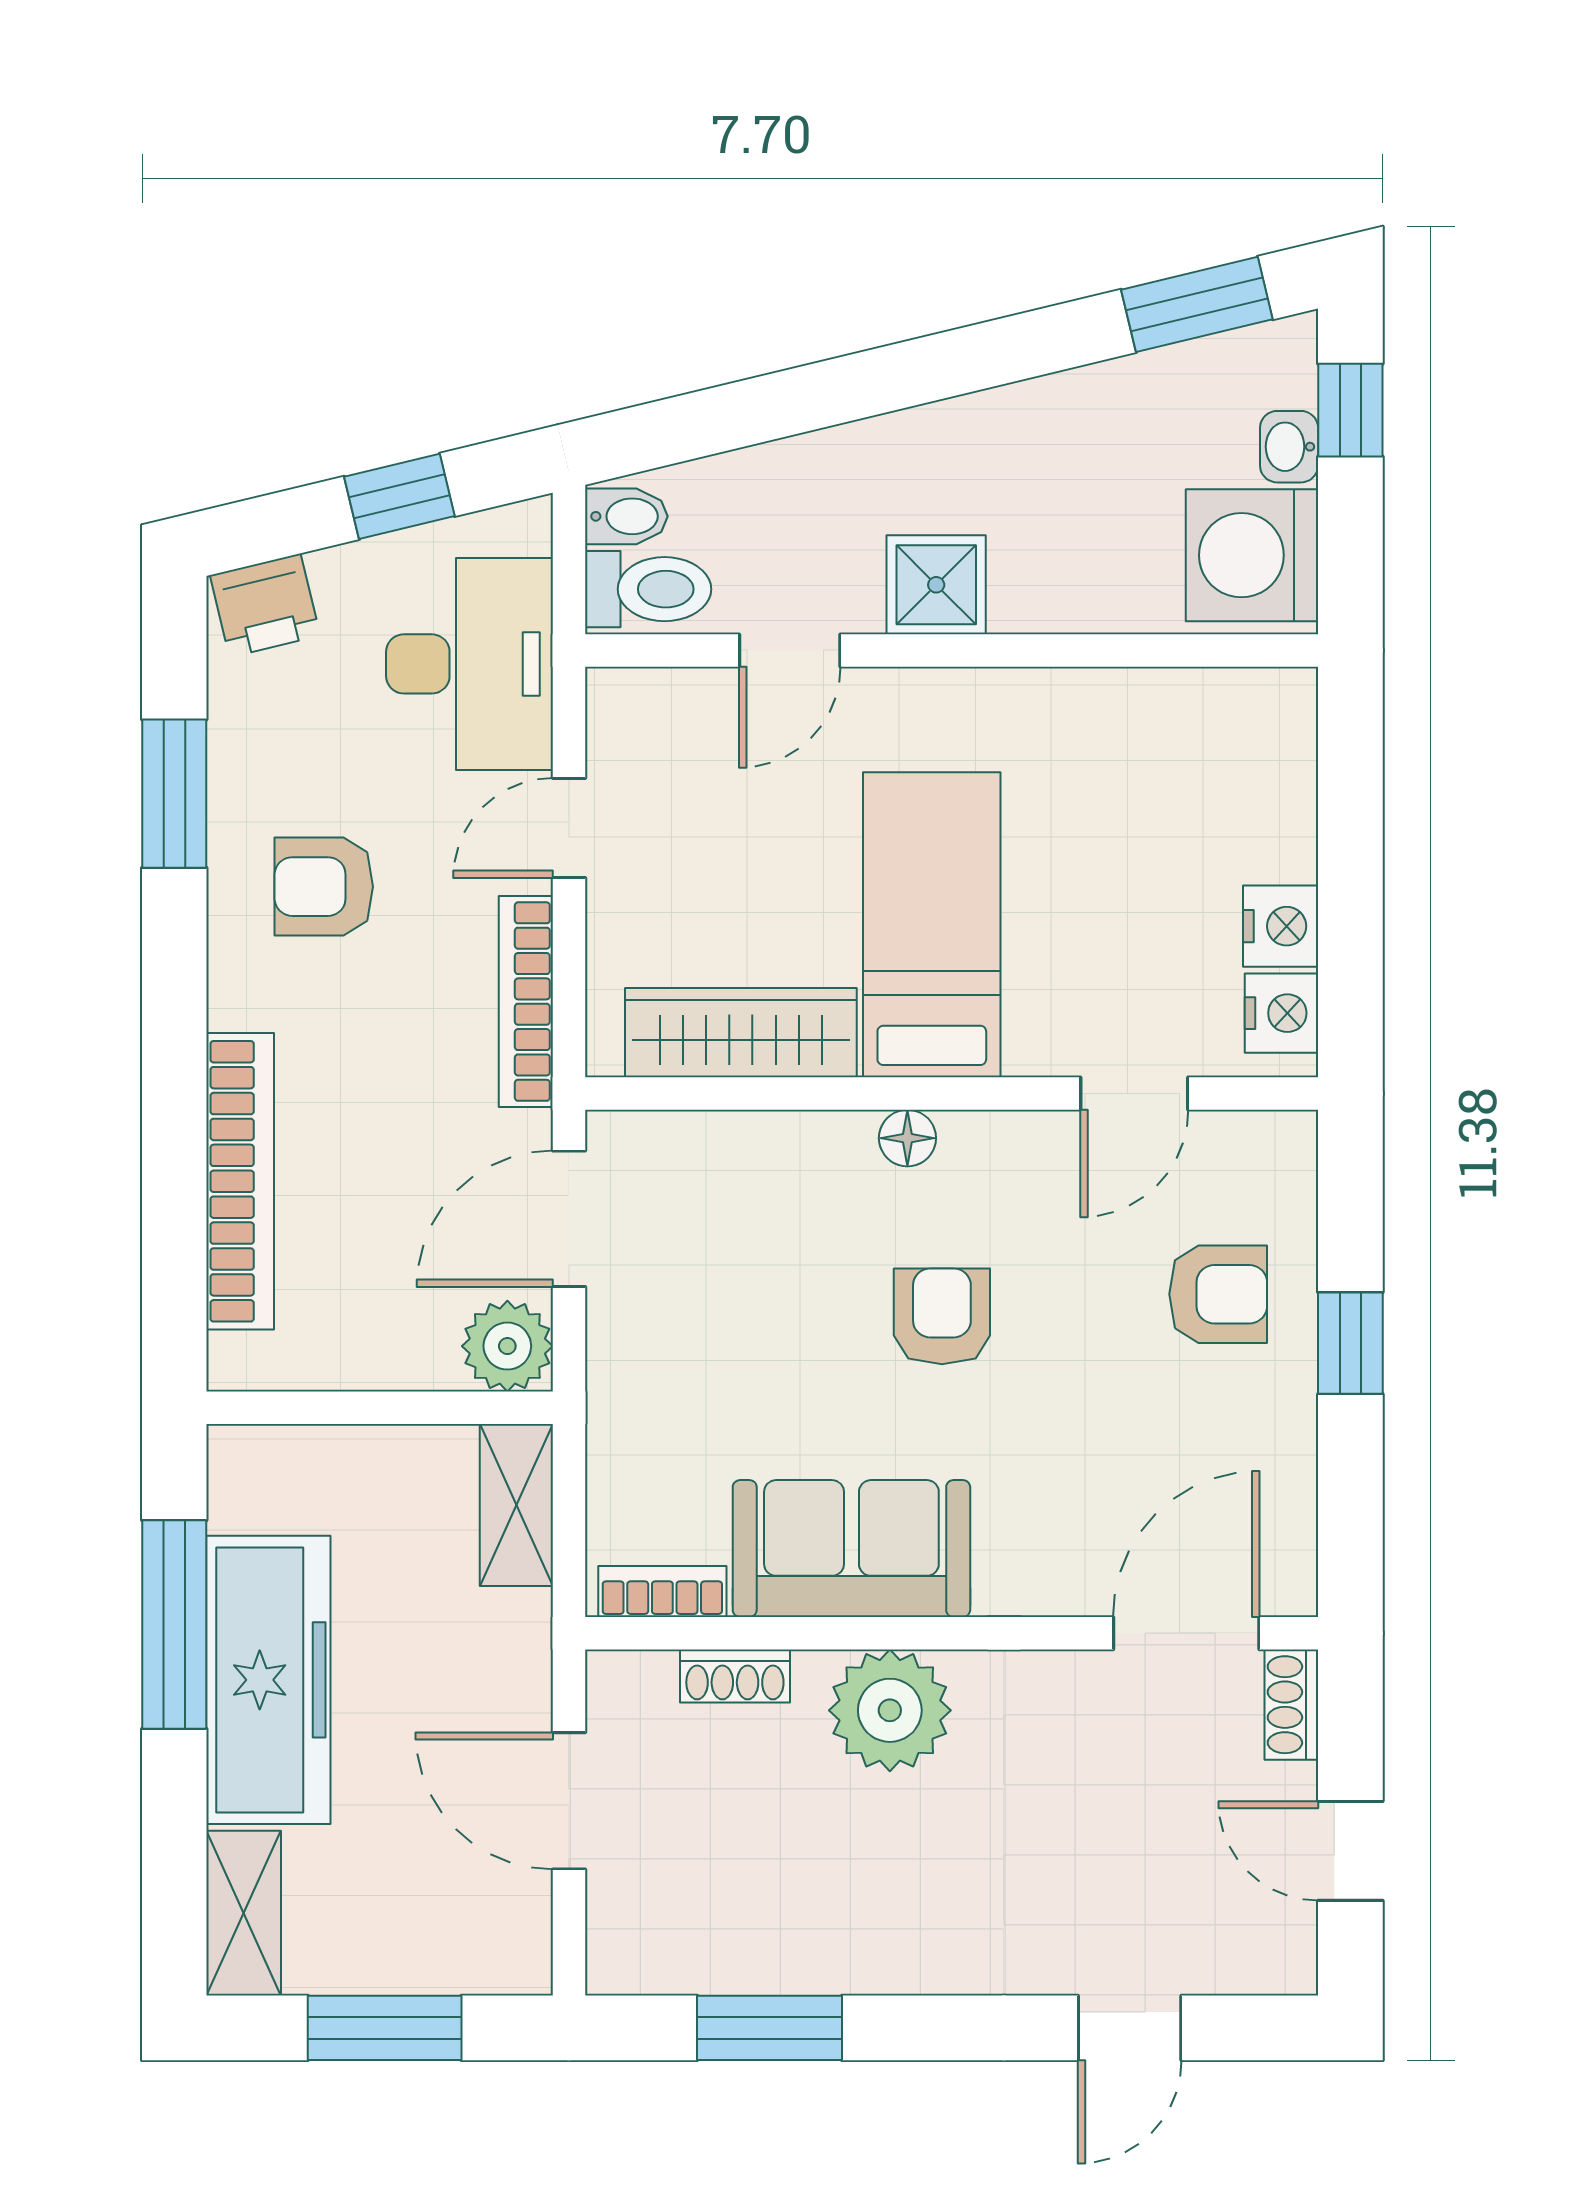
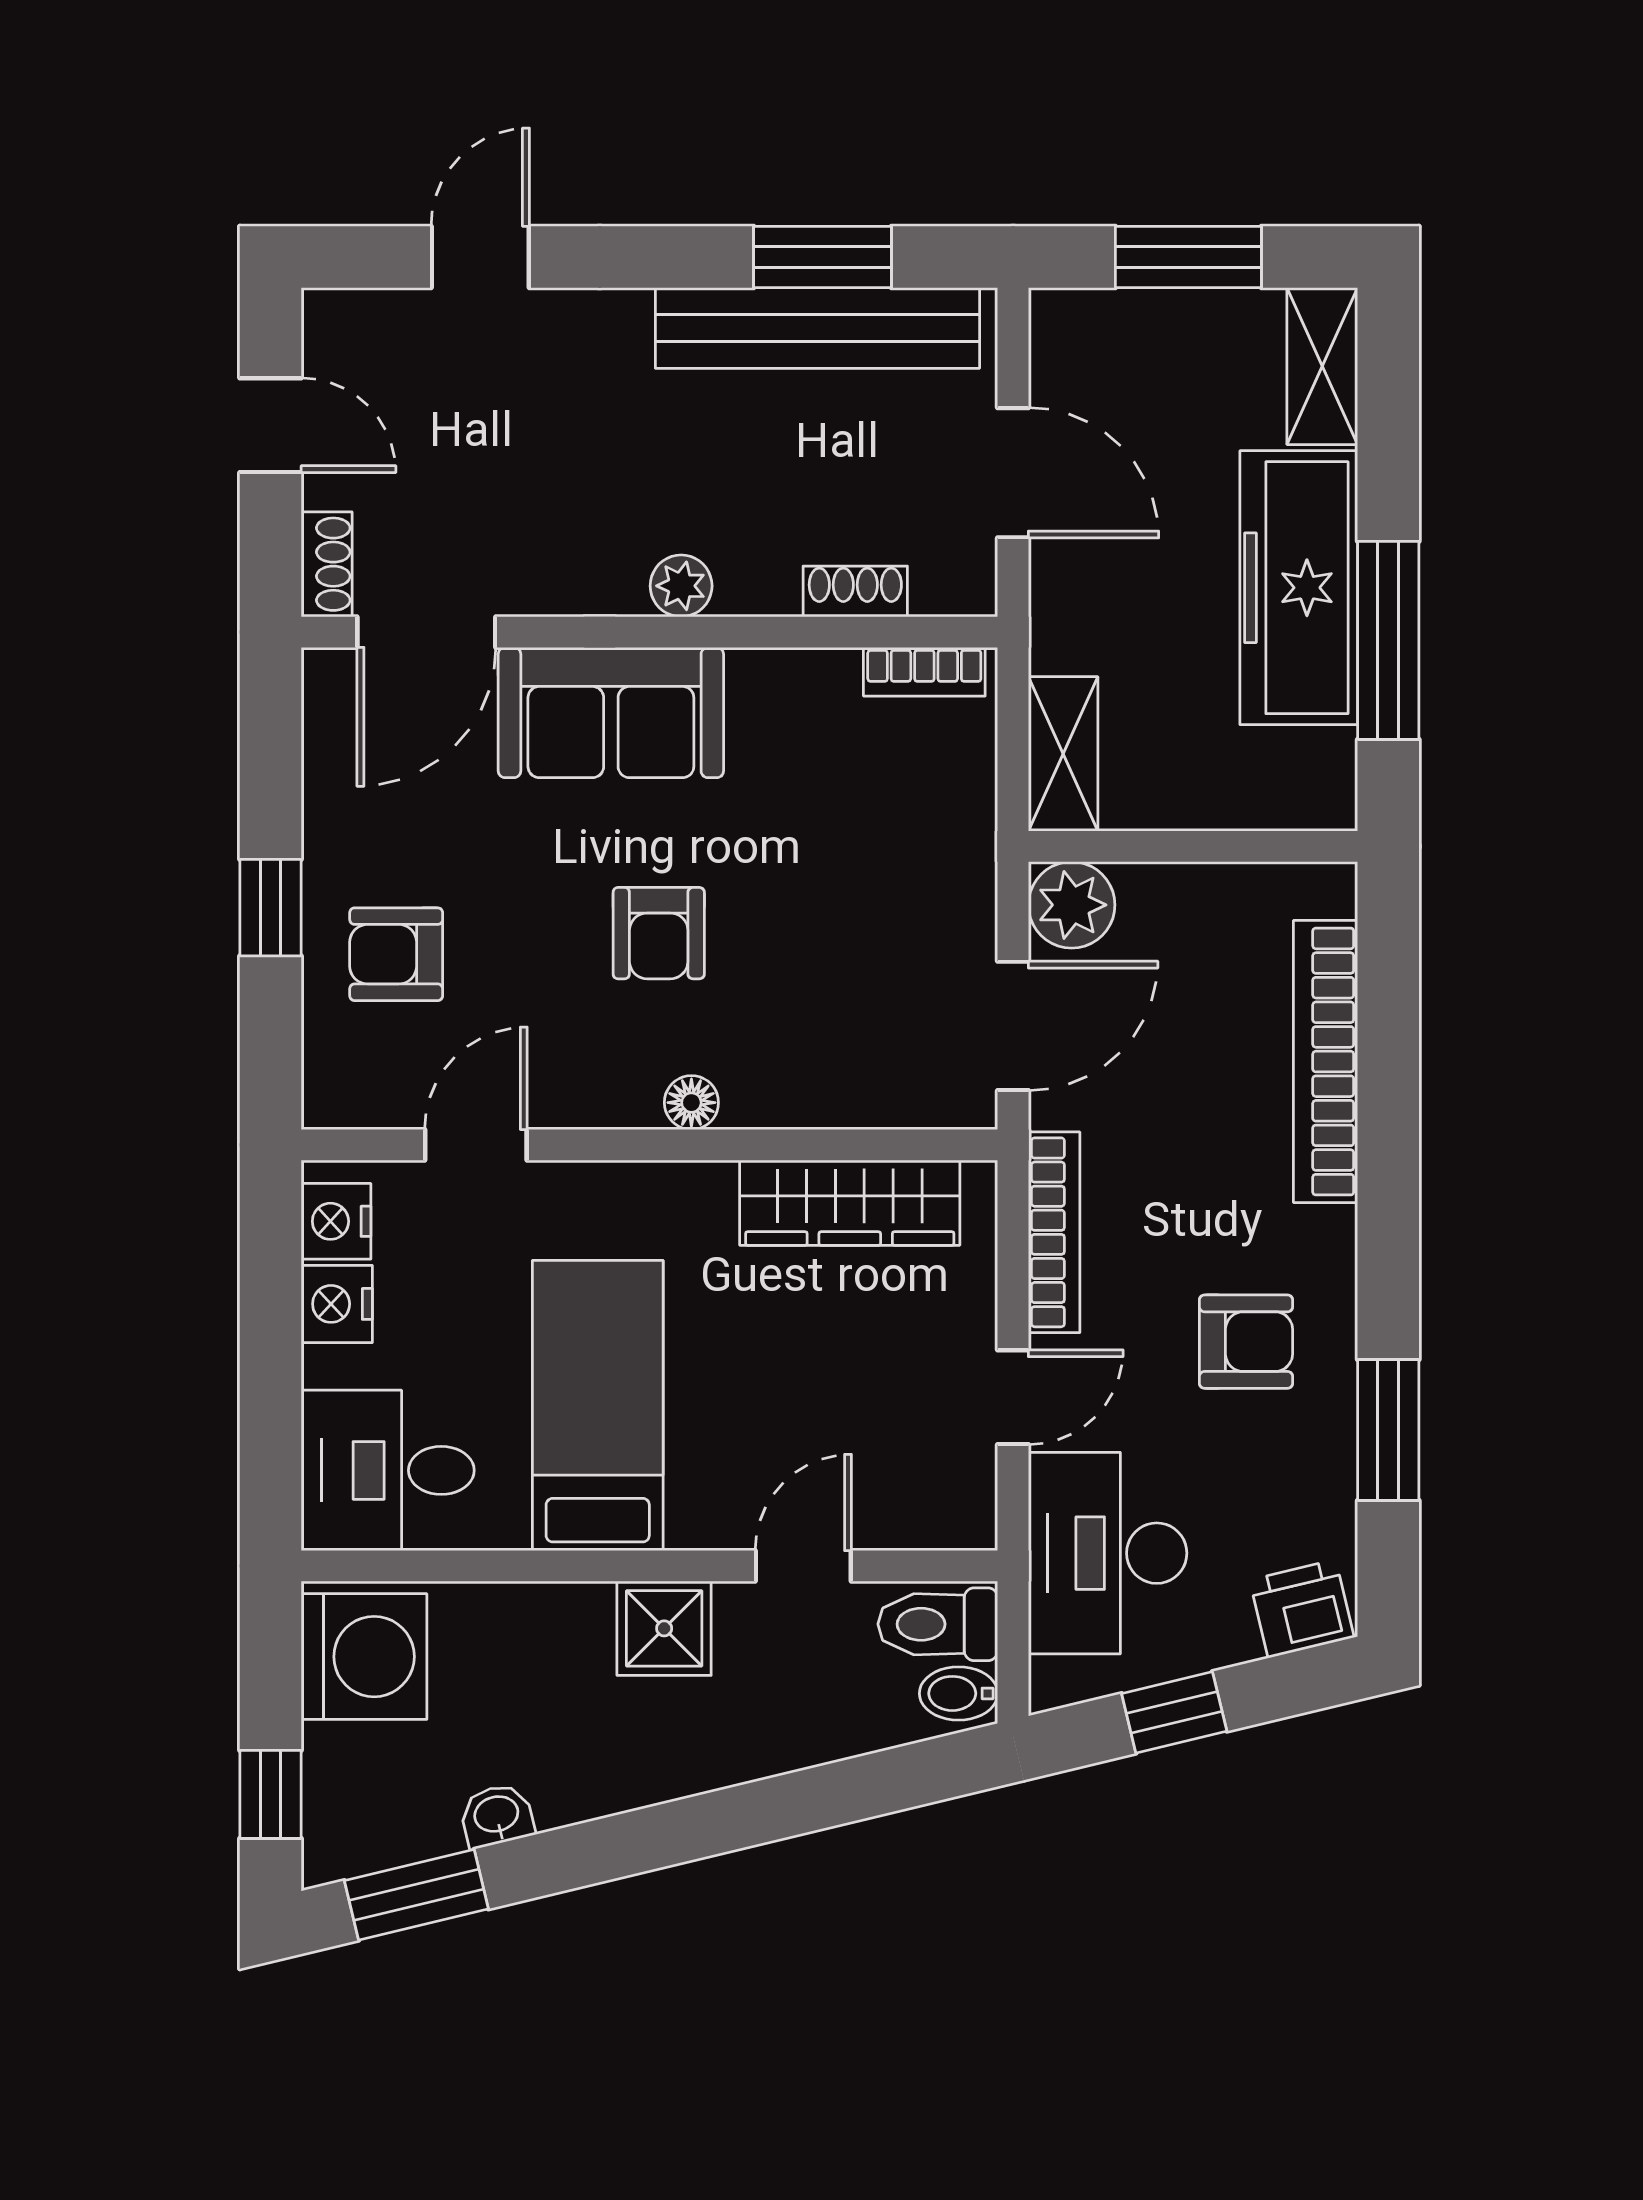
washbasin: (1289, 447) -> (497, 1816), moved, turned -104
desk: (1227, 751) -> (388, 1470), added
bed: (932, 925) -> (598, 1406), moved, turned 180
sofa: (851, 1549) -> (611, 713), moved
plant: (890, 1710) -> (681, 586), width x0.53, depth x0.53
bench: (775, 1953) -> (817, 328), added

